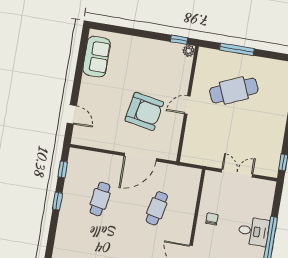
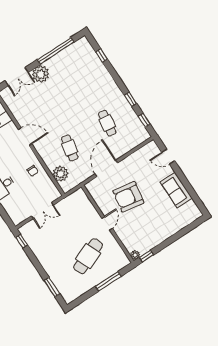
sofa: (97, 57) -> (176, 190), moved
plant: (188, 192) -> (60, 174), added

